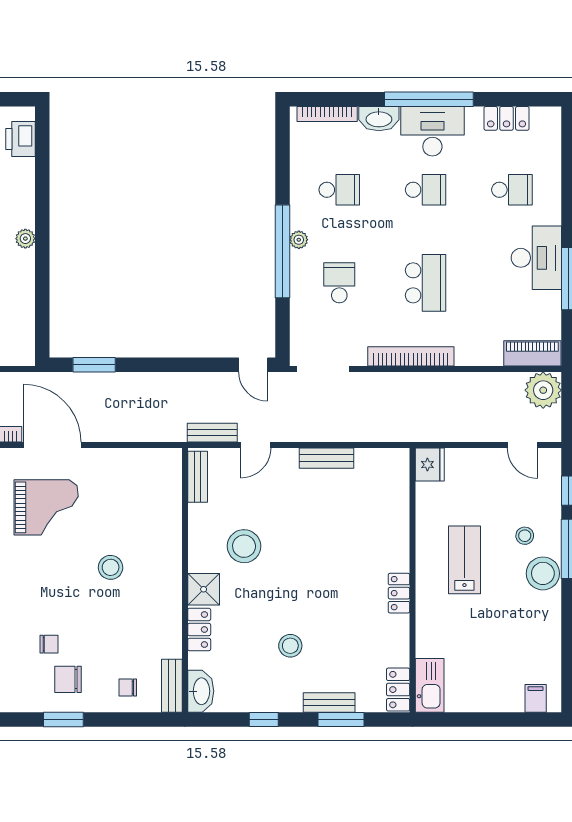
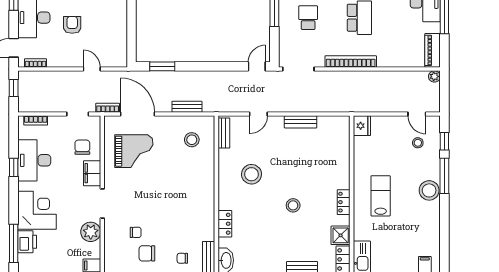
piano: (532, 353) -> (433, 50), moved, turned -90
door: (253, 365) -> (257, 66), swing flipped
plant: (543, 390) -> (434, 76), width x0.53, depth x0.53
bench: (212, 433) -> (187, 107), moved
stool: (525, 536) -> (418, 143), moved
lab bench: (464, 560) -> (381, 196), moved
stool: (111, 567) -> (192, 140), moved
shower: (204, 589) -> (341, 235), moved
stool: (290, 646) -> (293, 205), moved

